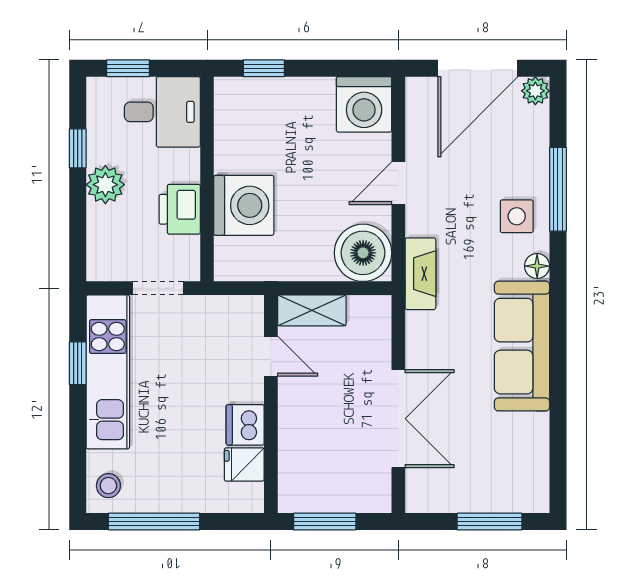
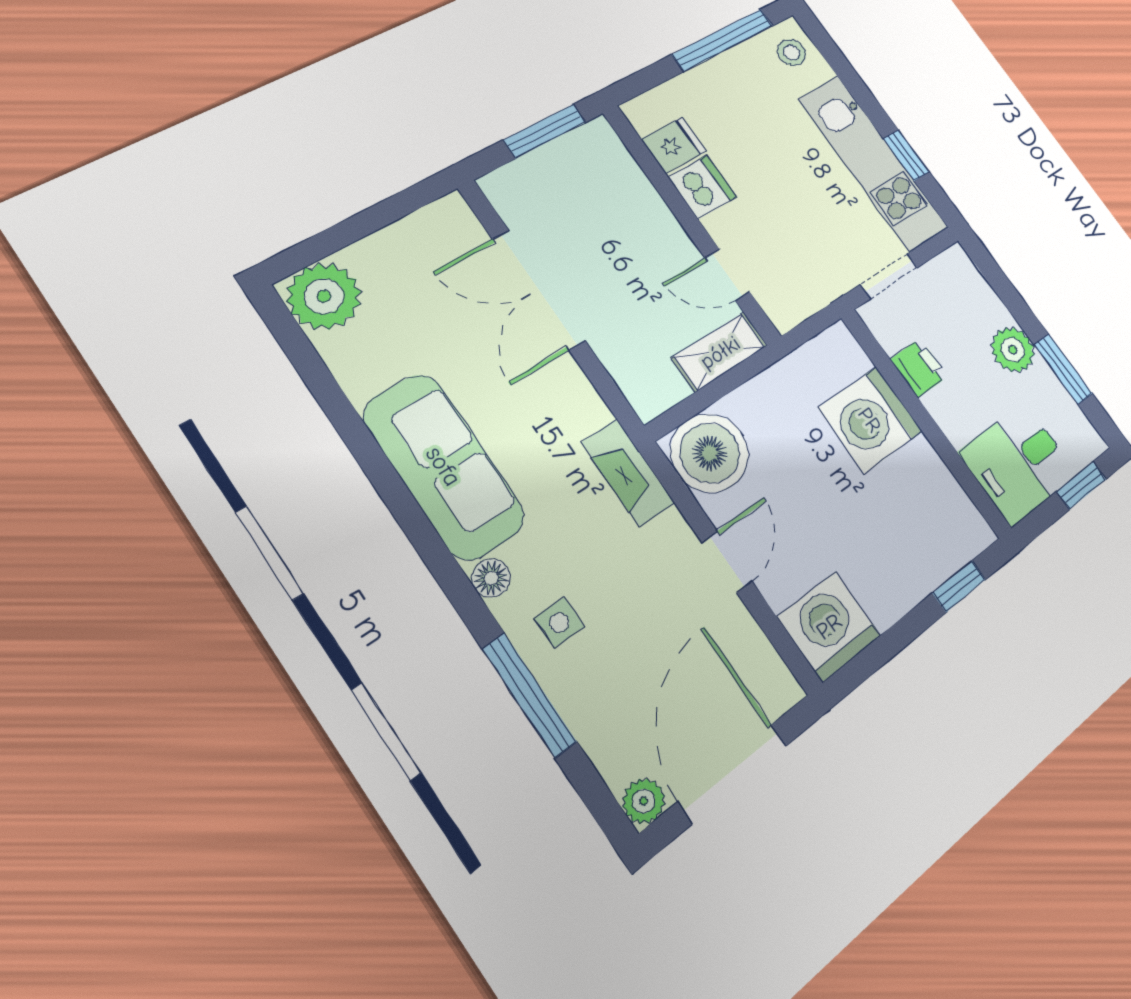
window: (78, 148) -> (1063, 369), width x1.50
printer: (180, 209) -> (919, 368), width x0.73, depth x0.81
side table: (517, 216) -> (559, 623), width x0.73, depth x0.73
plant: (525, 489) -> (324, 296), added
window: (489, 522) -> (345, 233), removed

